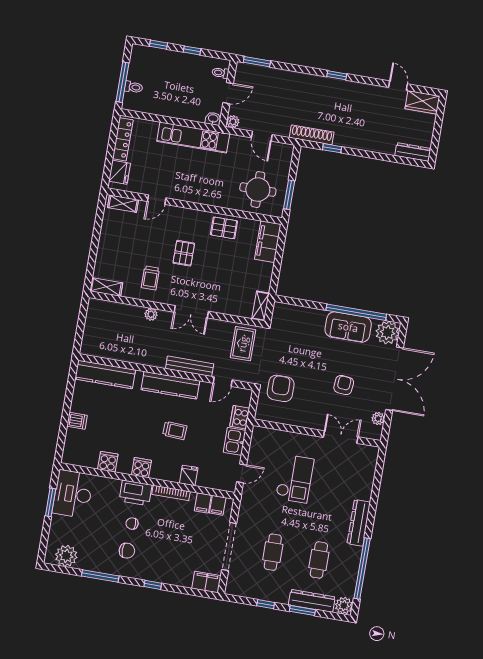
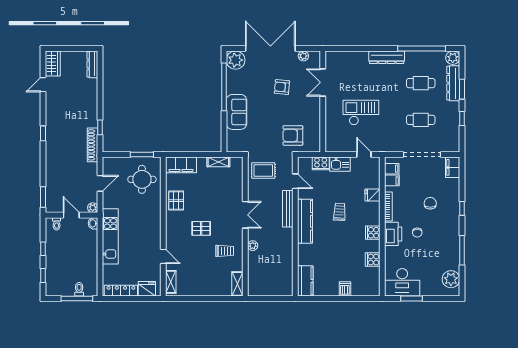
shelving: (261, 306) -> (218, 162), moved
sofa: (348, 327) -> (236, 112), moved
kitchen counter: (105, 374) -> (305, 281), width x0.67
chair: (127, 551) -> (430, 203), moved

